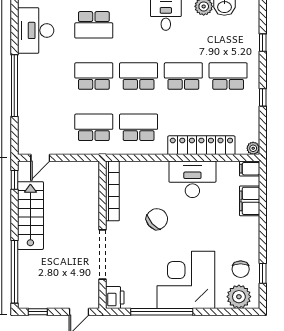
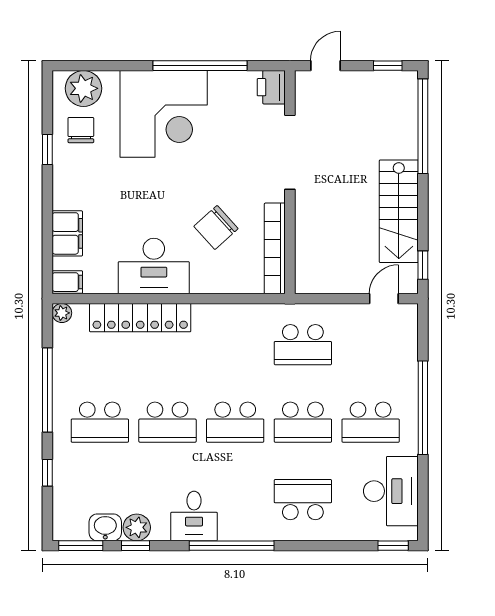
window: (263, 97) -> (47, 390), width x3.17
school desk: (139, 127) -> (371, 422), moved
chair: (157, 219) -> (216, 227), moved
window: (263, 273) -> (47, 150), moved

